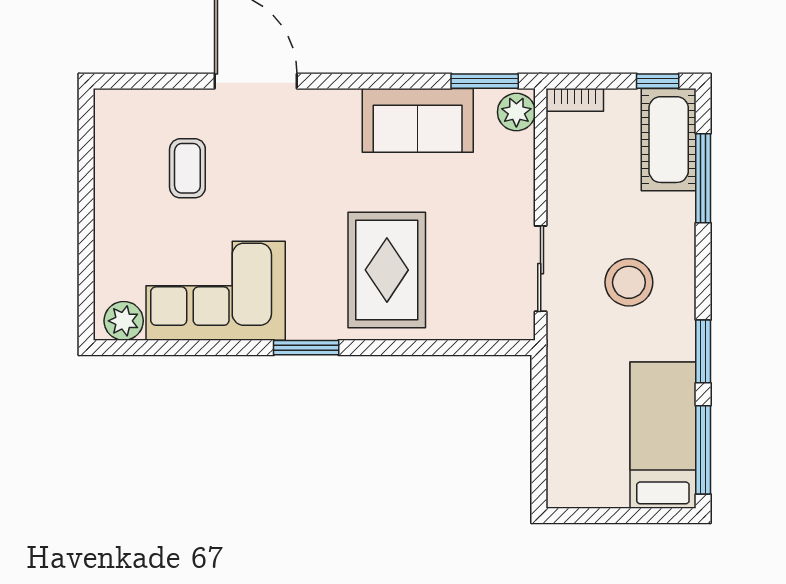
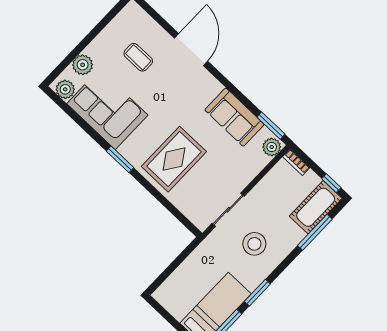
coffee table: (187, 168) -> (138, 57), turned 90
plant: (115, 259) -> (83, 65), added

